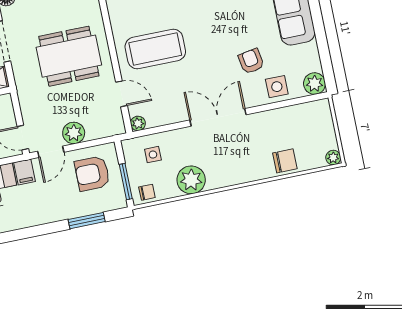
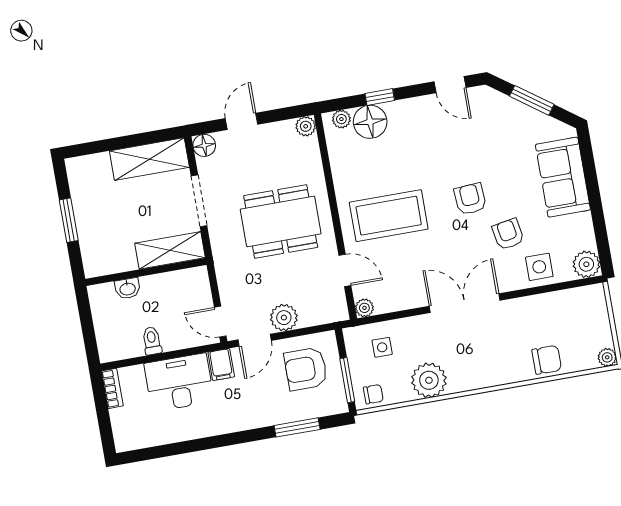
armchair: (220, 34) -> (470, 199), added

